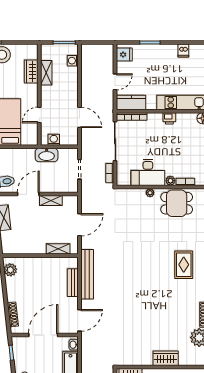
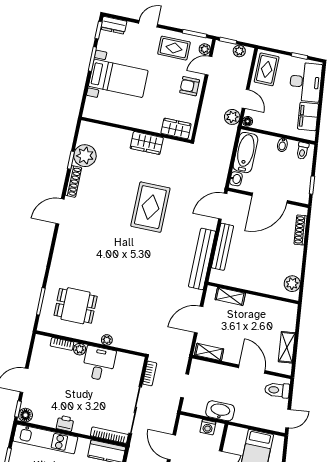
desk: (148, 172) -> (99, 363), width x0.73
door: (28, 194) -> (252, 369), swing flipped
shelving: (51, 201) -> (209, 352), moved
dining table: (177, 203) -> (76, 306), moved
rug: (184, 265) -> (150, 207), moved, width x1.36, depth x1.43
bench: (73, 283) -> (222, 247), width x1.36
wardrobe: (166, 358) -> (147, 143), moved

